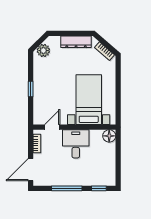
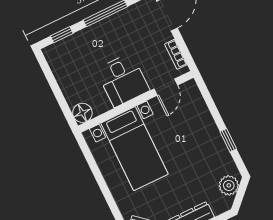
window: (31, 89) -> (228, 140), moved

